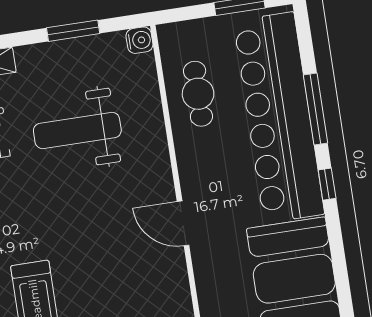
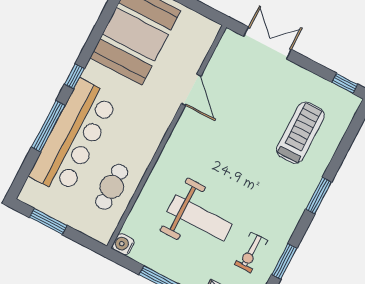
bar counter: (279, 117) -> (74, 137), width x0.73
door: (183, 223) -> (191, 90), moved

